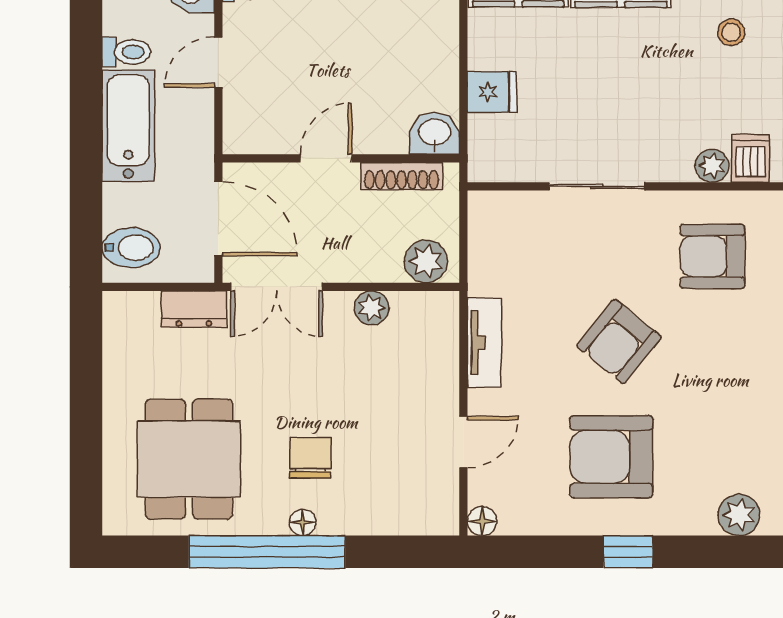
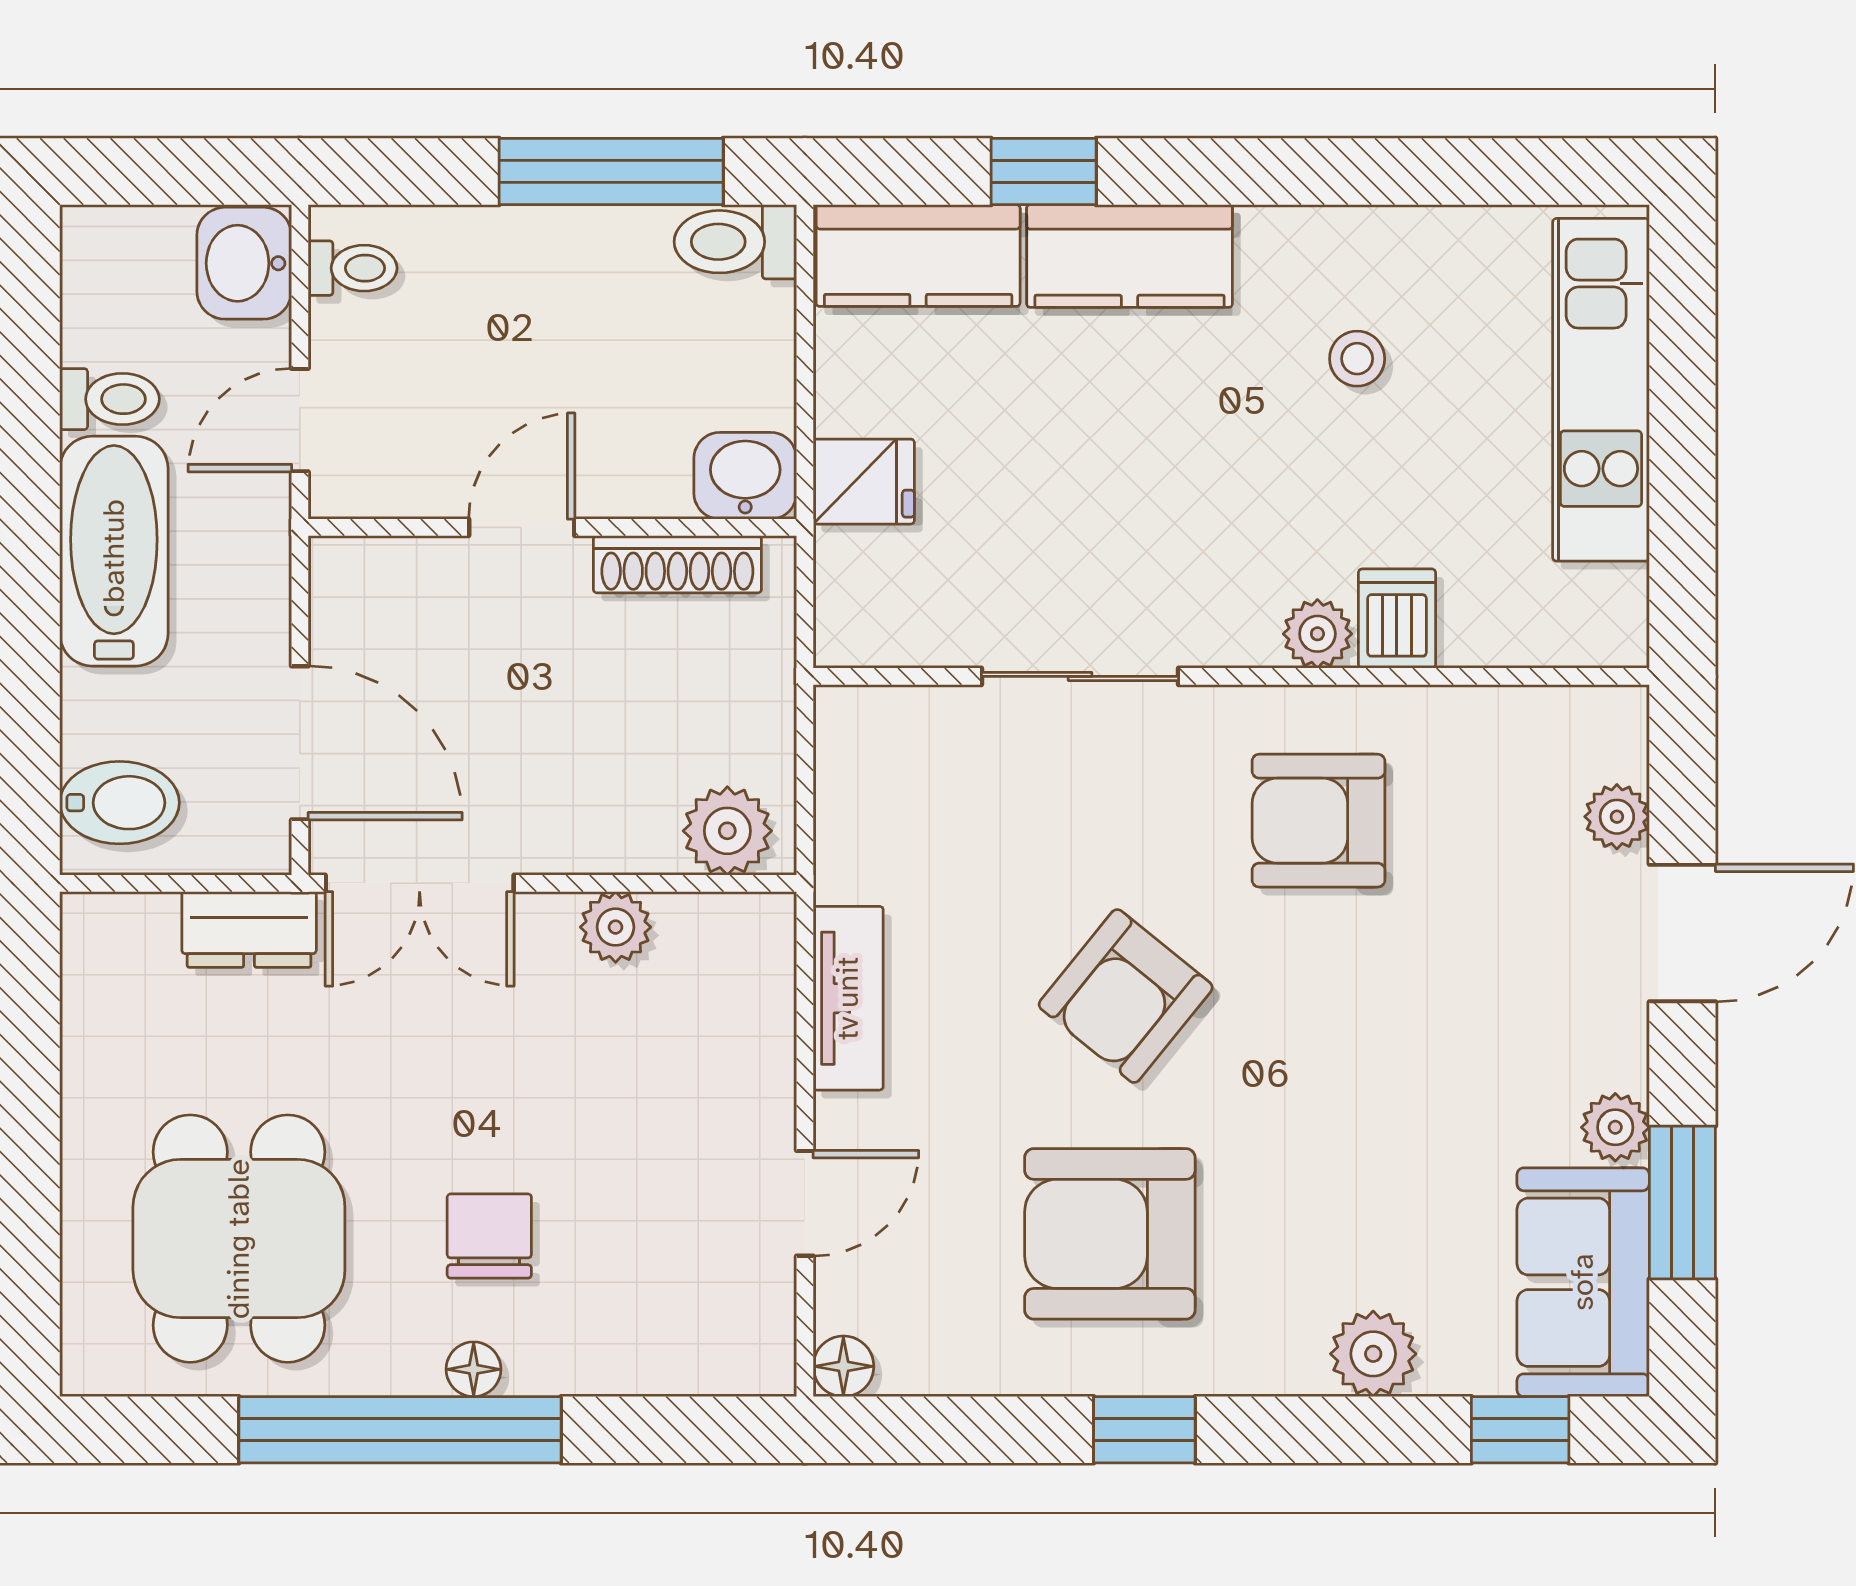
washbasin: (434, 133) -> (745, 476), moved
door: (326, 158) -> (522, 527), moved
wall: (341, 158) -> (552, 527), moved
shoe rack: (402, 176) -> (677, 564), moved

